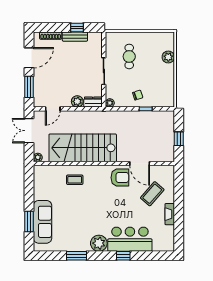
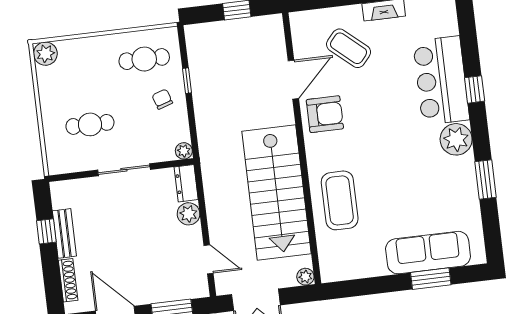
plant: (168, 57) -> (45, 54), moved
cafe table: (159, 88) -> (144, 59), added
armchair: (120, 178) -> (325, 114), turned 90
coffee table: (75, 180) -> (340, 200), width x1.86, depth x1.72

